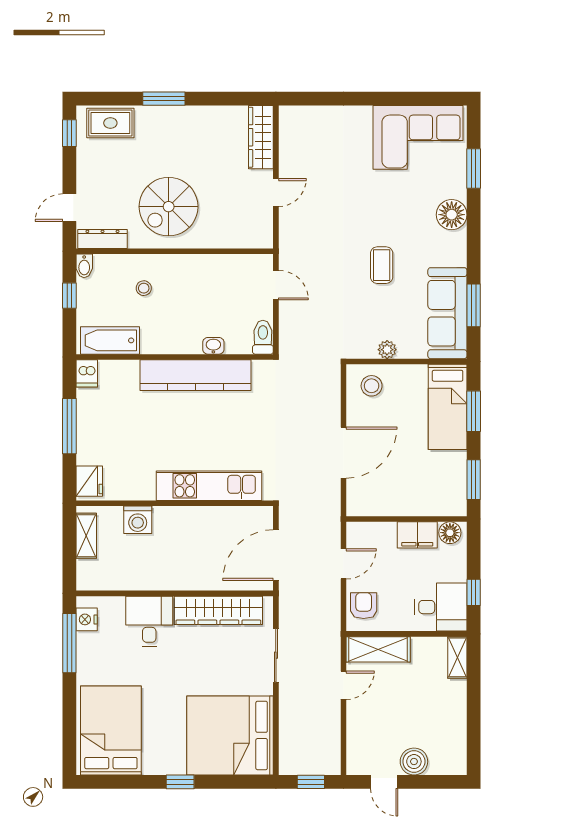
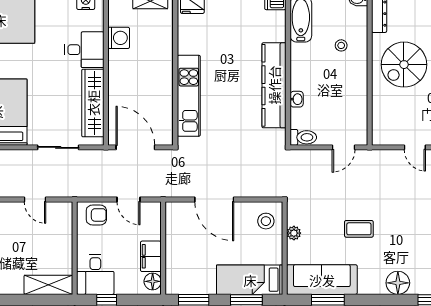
spiral stairs: (169, 207) -> (404, 65), turned -90
washing machine: (138, 520) -> (119, 38), moved, turned 180
shelving: (378, 649) -> (63, 226), removed
shelving: (457, 657) -> (48, 285), width x1.50, depth x1.33

